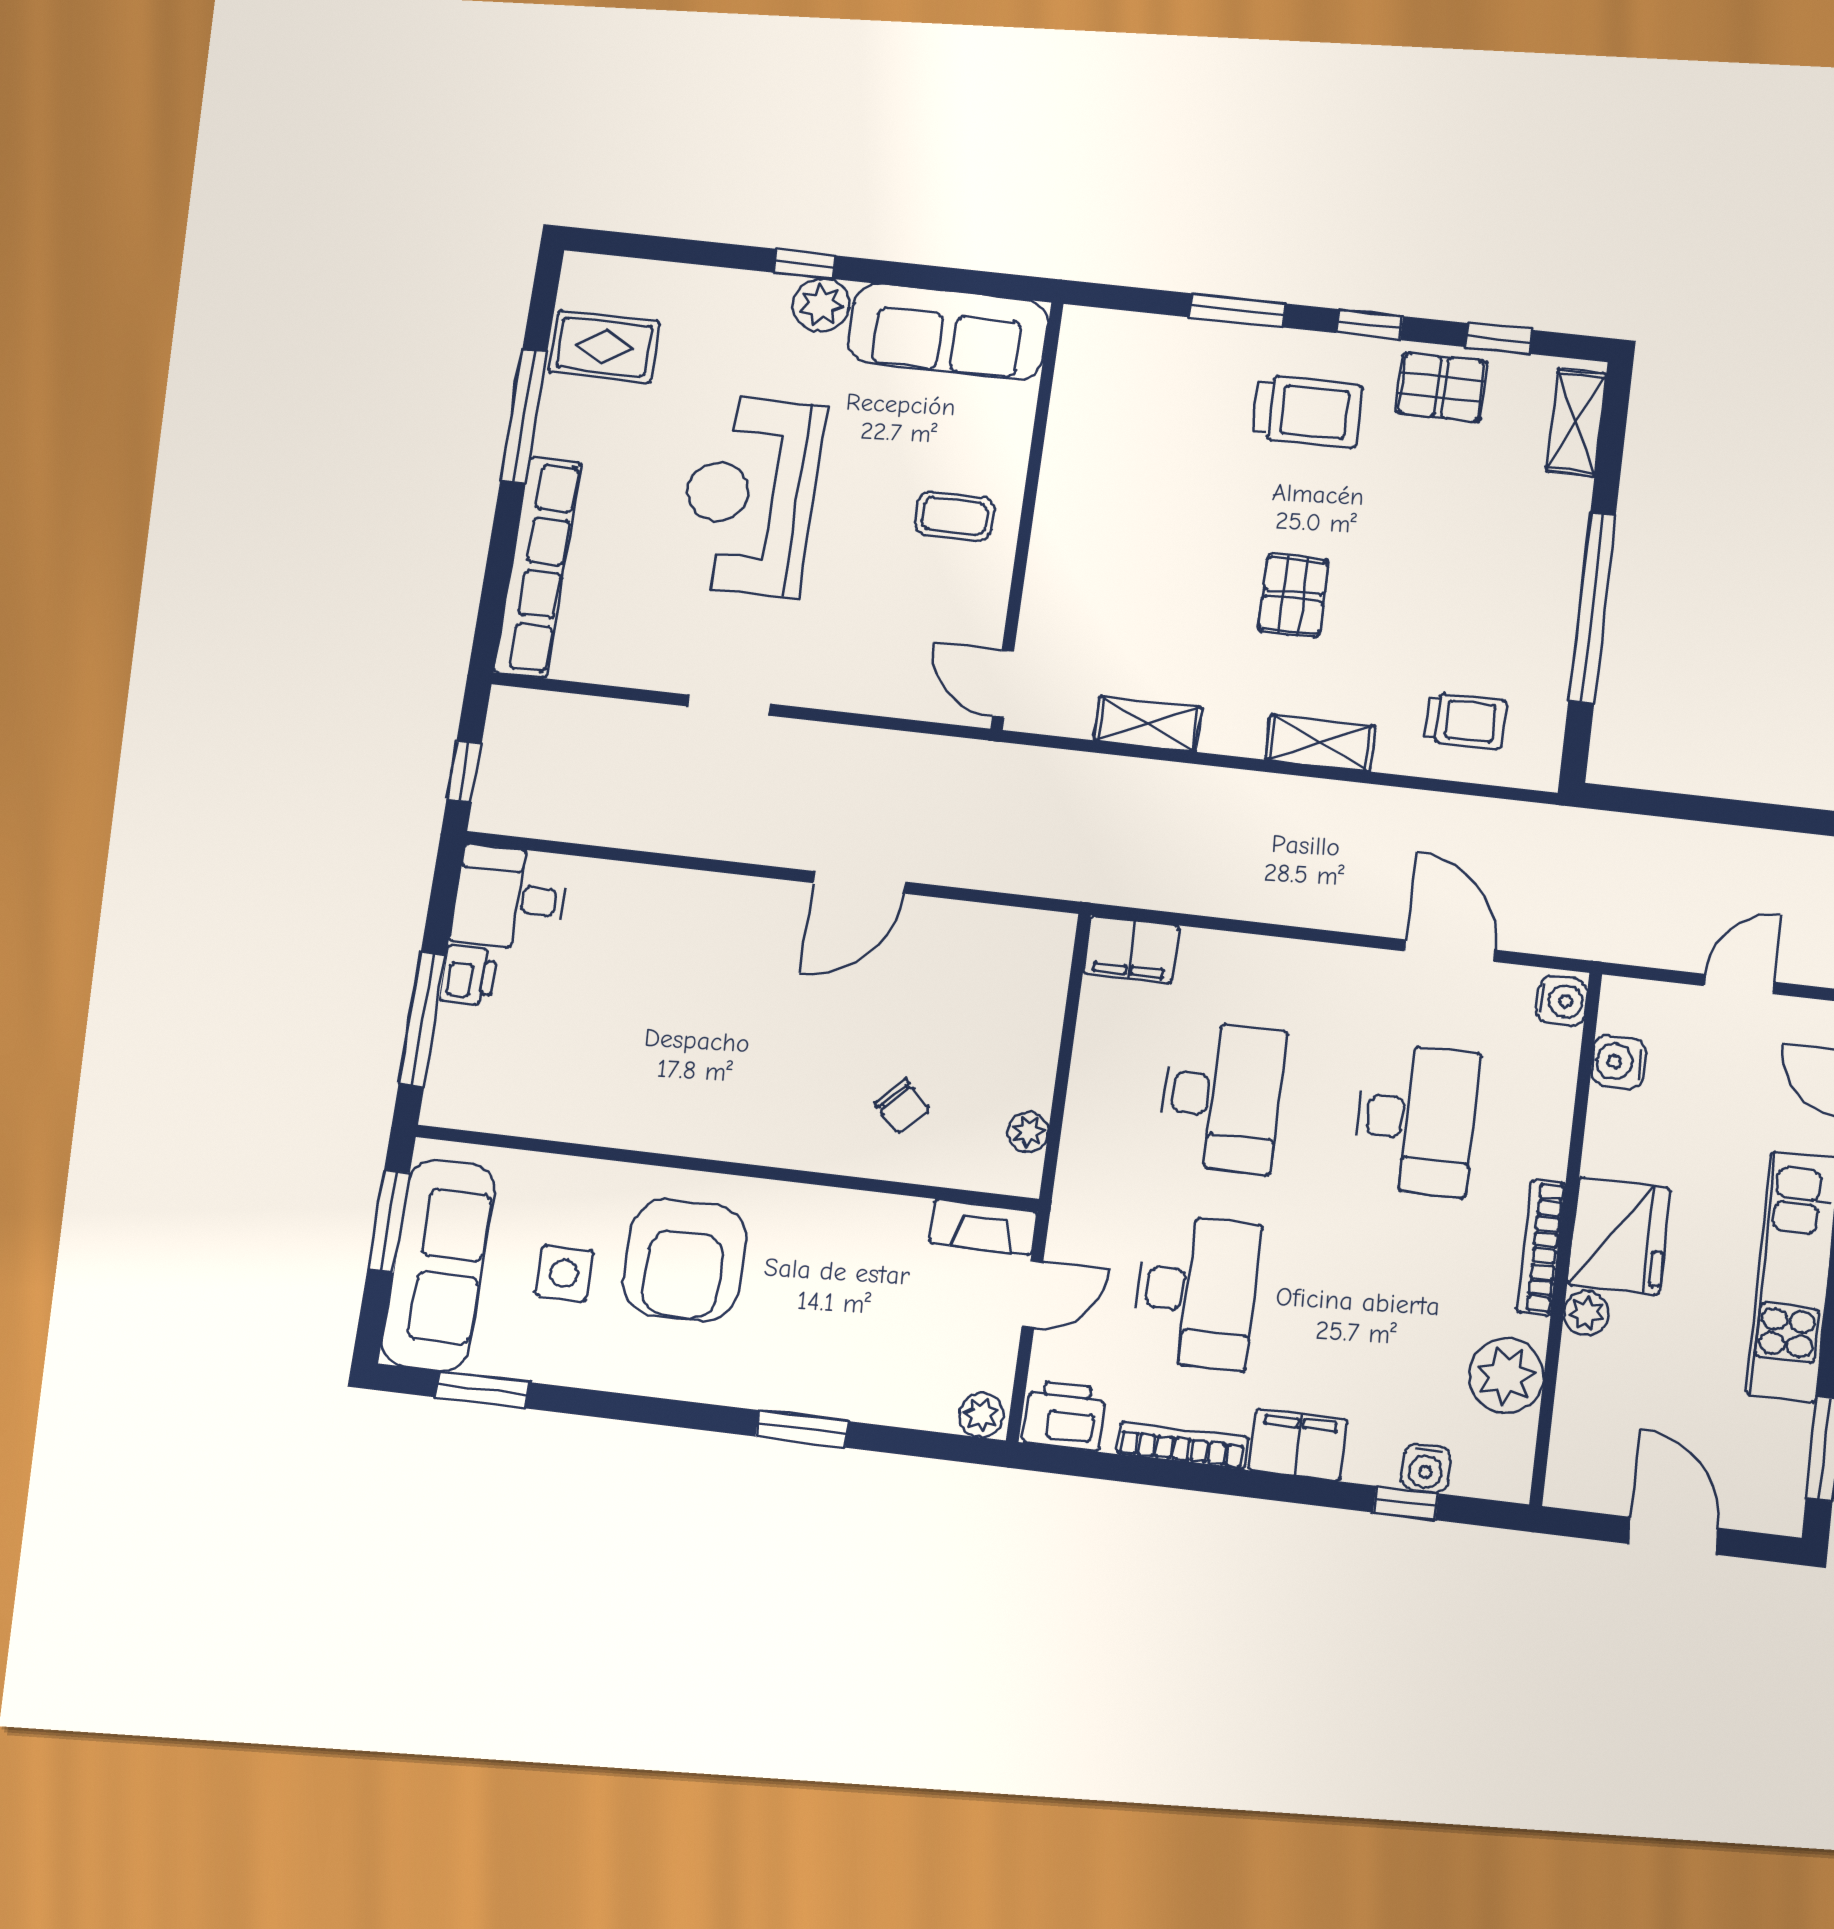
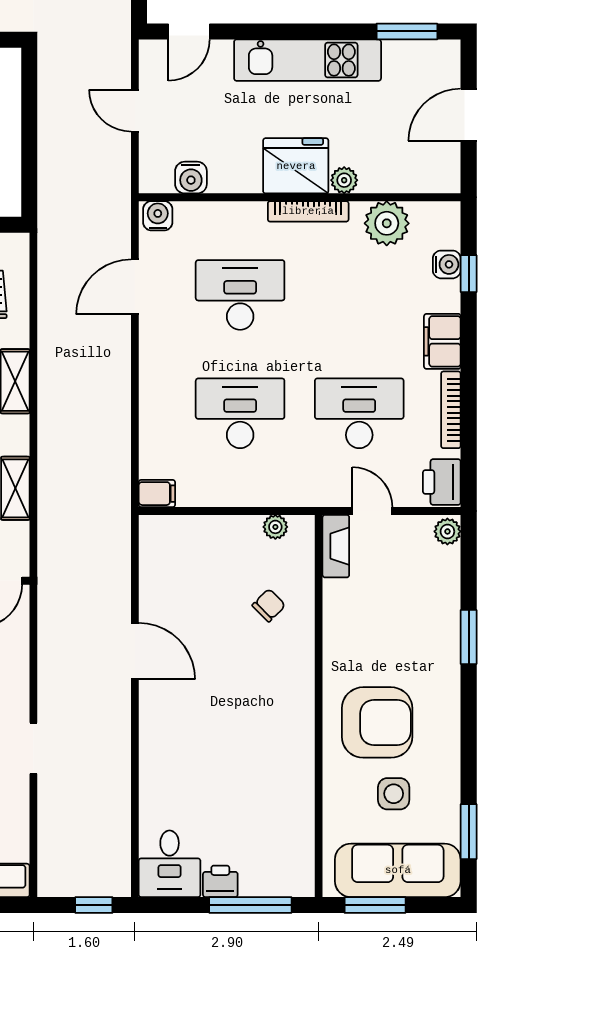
filing cabinet: (1131, 950) -> (157, 494), width x0.50

